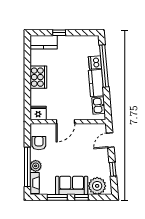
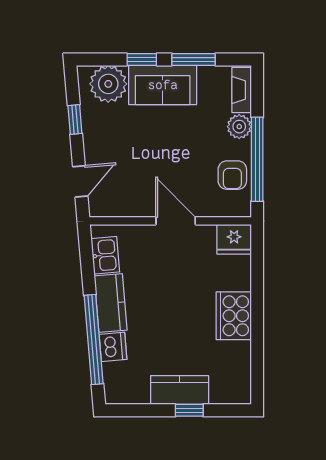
kitchen counter: (44, 42) -> (180, 390), moved
door: (66, 122) -> (176, 221), hinge flipped
window: (27, 167) -> (257, 159), moved

